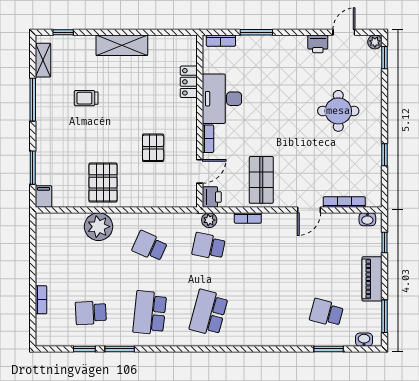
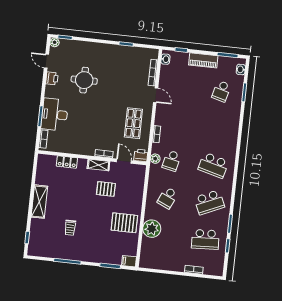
shelving: (43, 60) -> (98, 165), moved
desk: (222, 99) -> (55, 114), moved, turned 90
round table: (338, 111) -> (84, 80), moved
shop shelf: (261, 180) -> (133, 123), turned 90
school desk: (91, 313) -> (205, 239), width x1.85
school desk: (150, 313) -> (209, 202), turned -30

